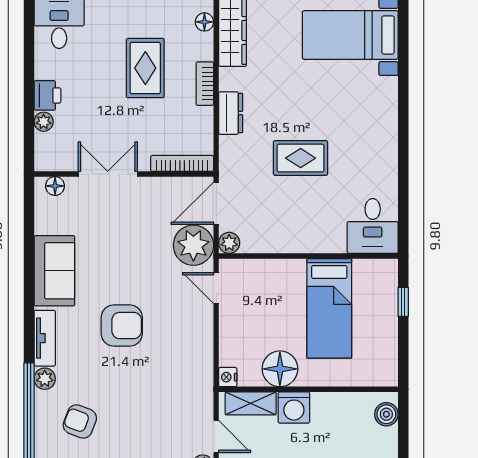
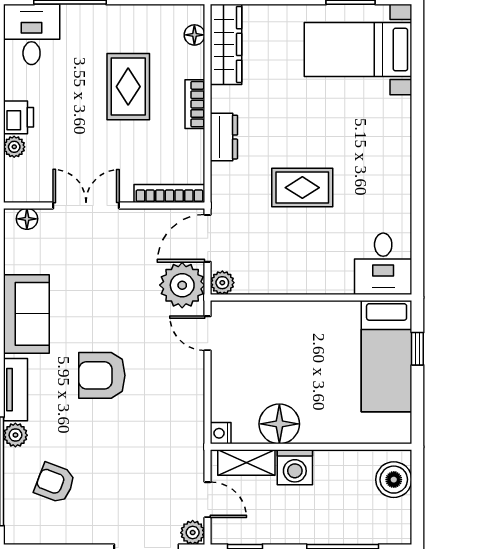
bed: (329, 308) -> (387, 356), moved
armchair: (122, 326) -> (102, 375), turned 180
boiler: (386, 414) -> (394, 480), width x1.36, depth x1.36

